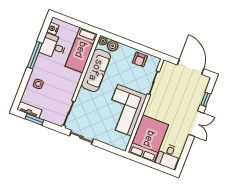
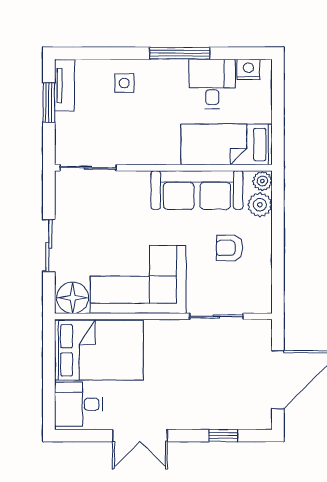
armchair: (140, 59) -> (229, 248), moved
double door: (196, 124) -> (140, 436), moved
sliding door: (81, 137) -> (49, 245), moved
floor lamp: (122, 141) -> (73, 298), added

